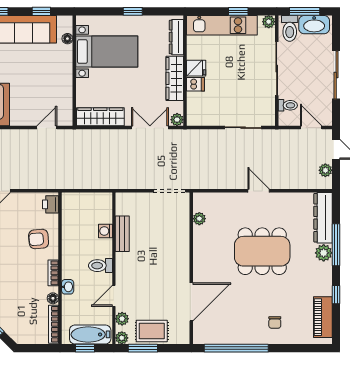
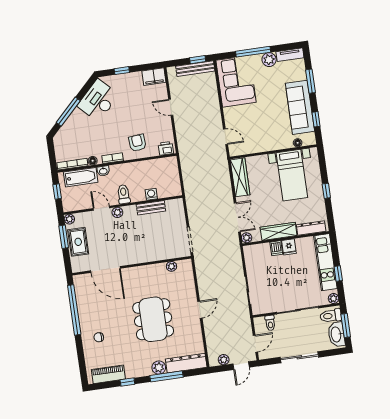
plant: (122, 319) -> (117, 212), moved
bathtub: (90, 334) -> (81, 177), moved, turned 90

